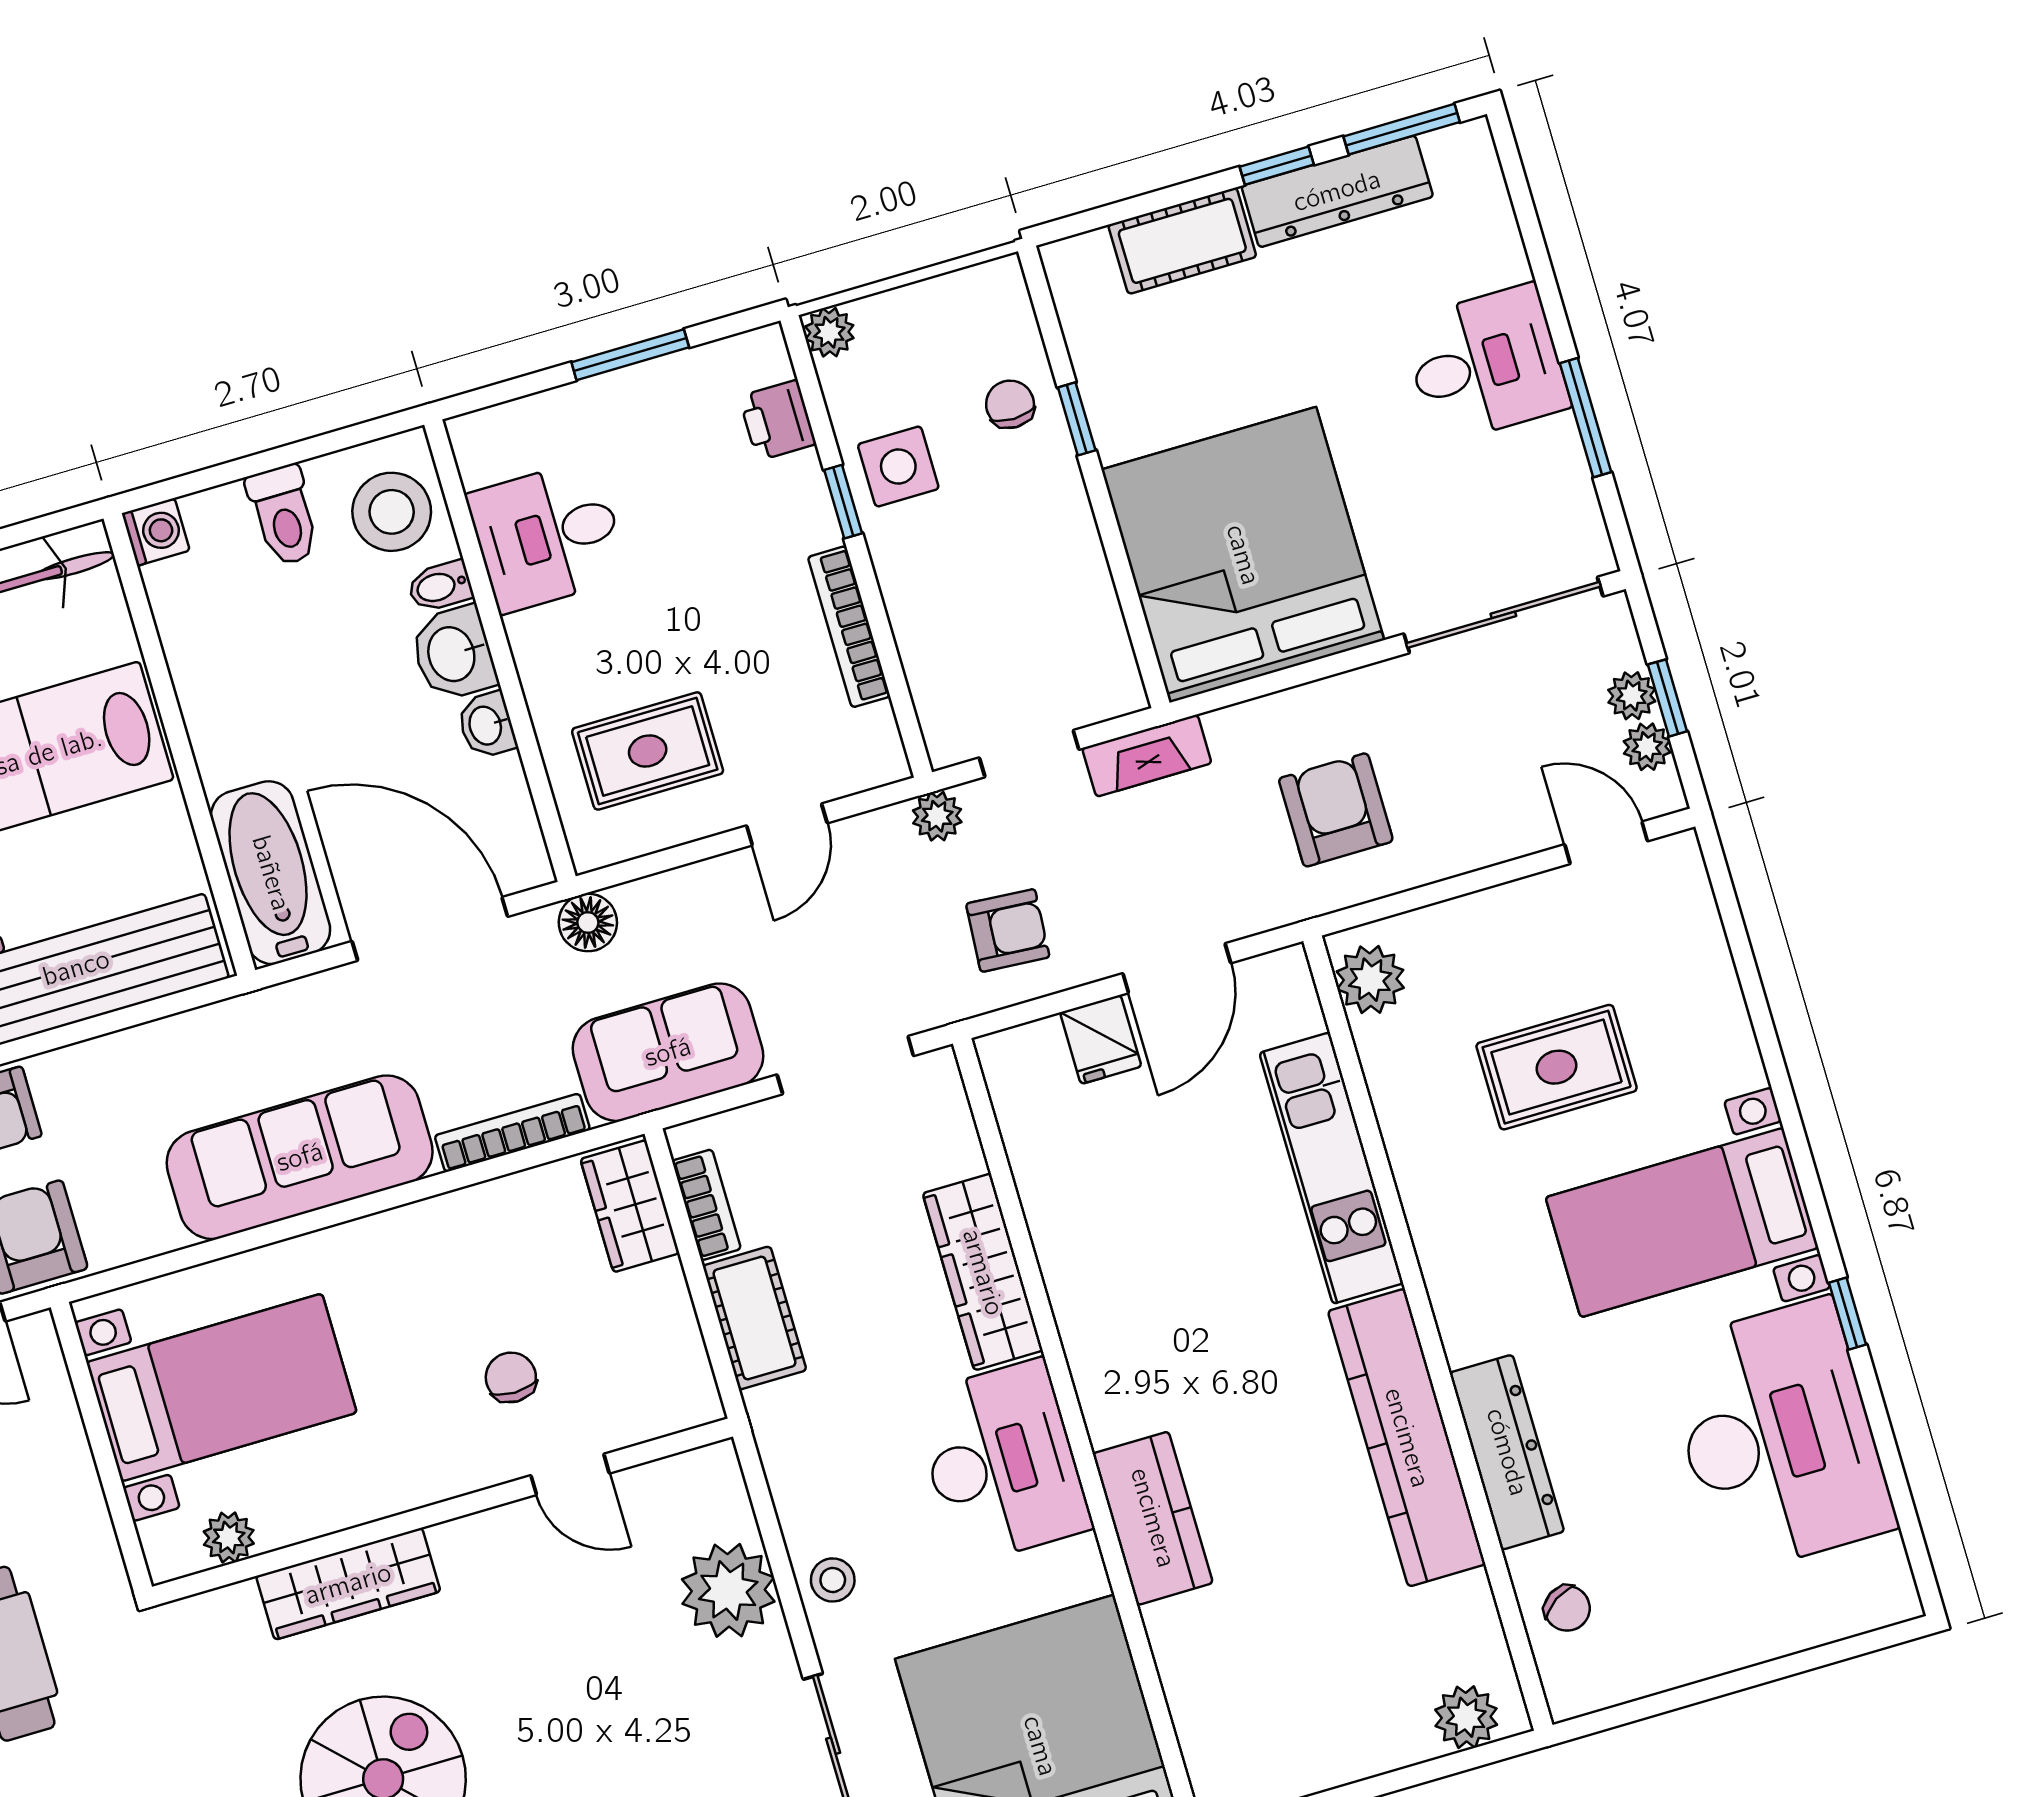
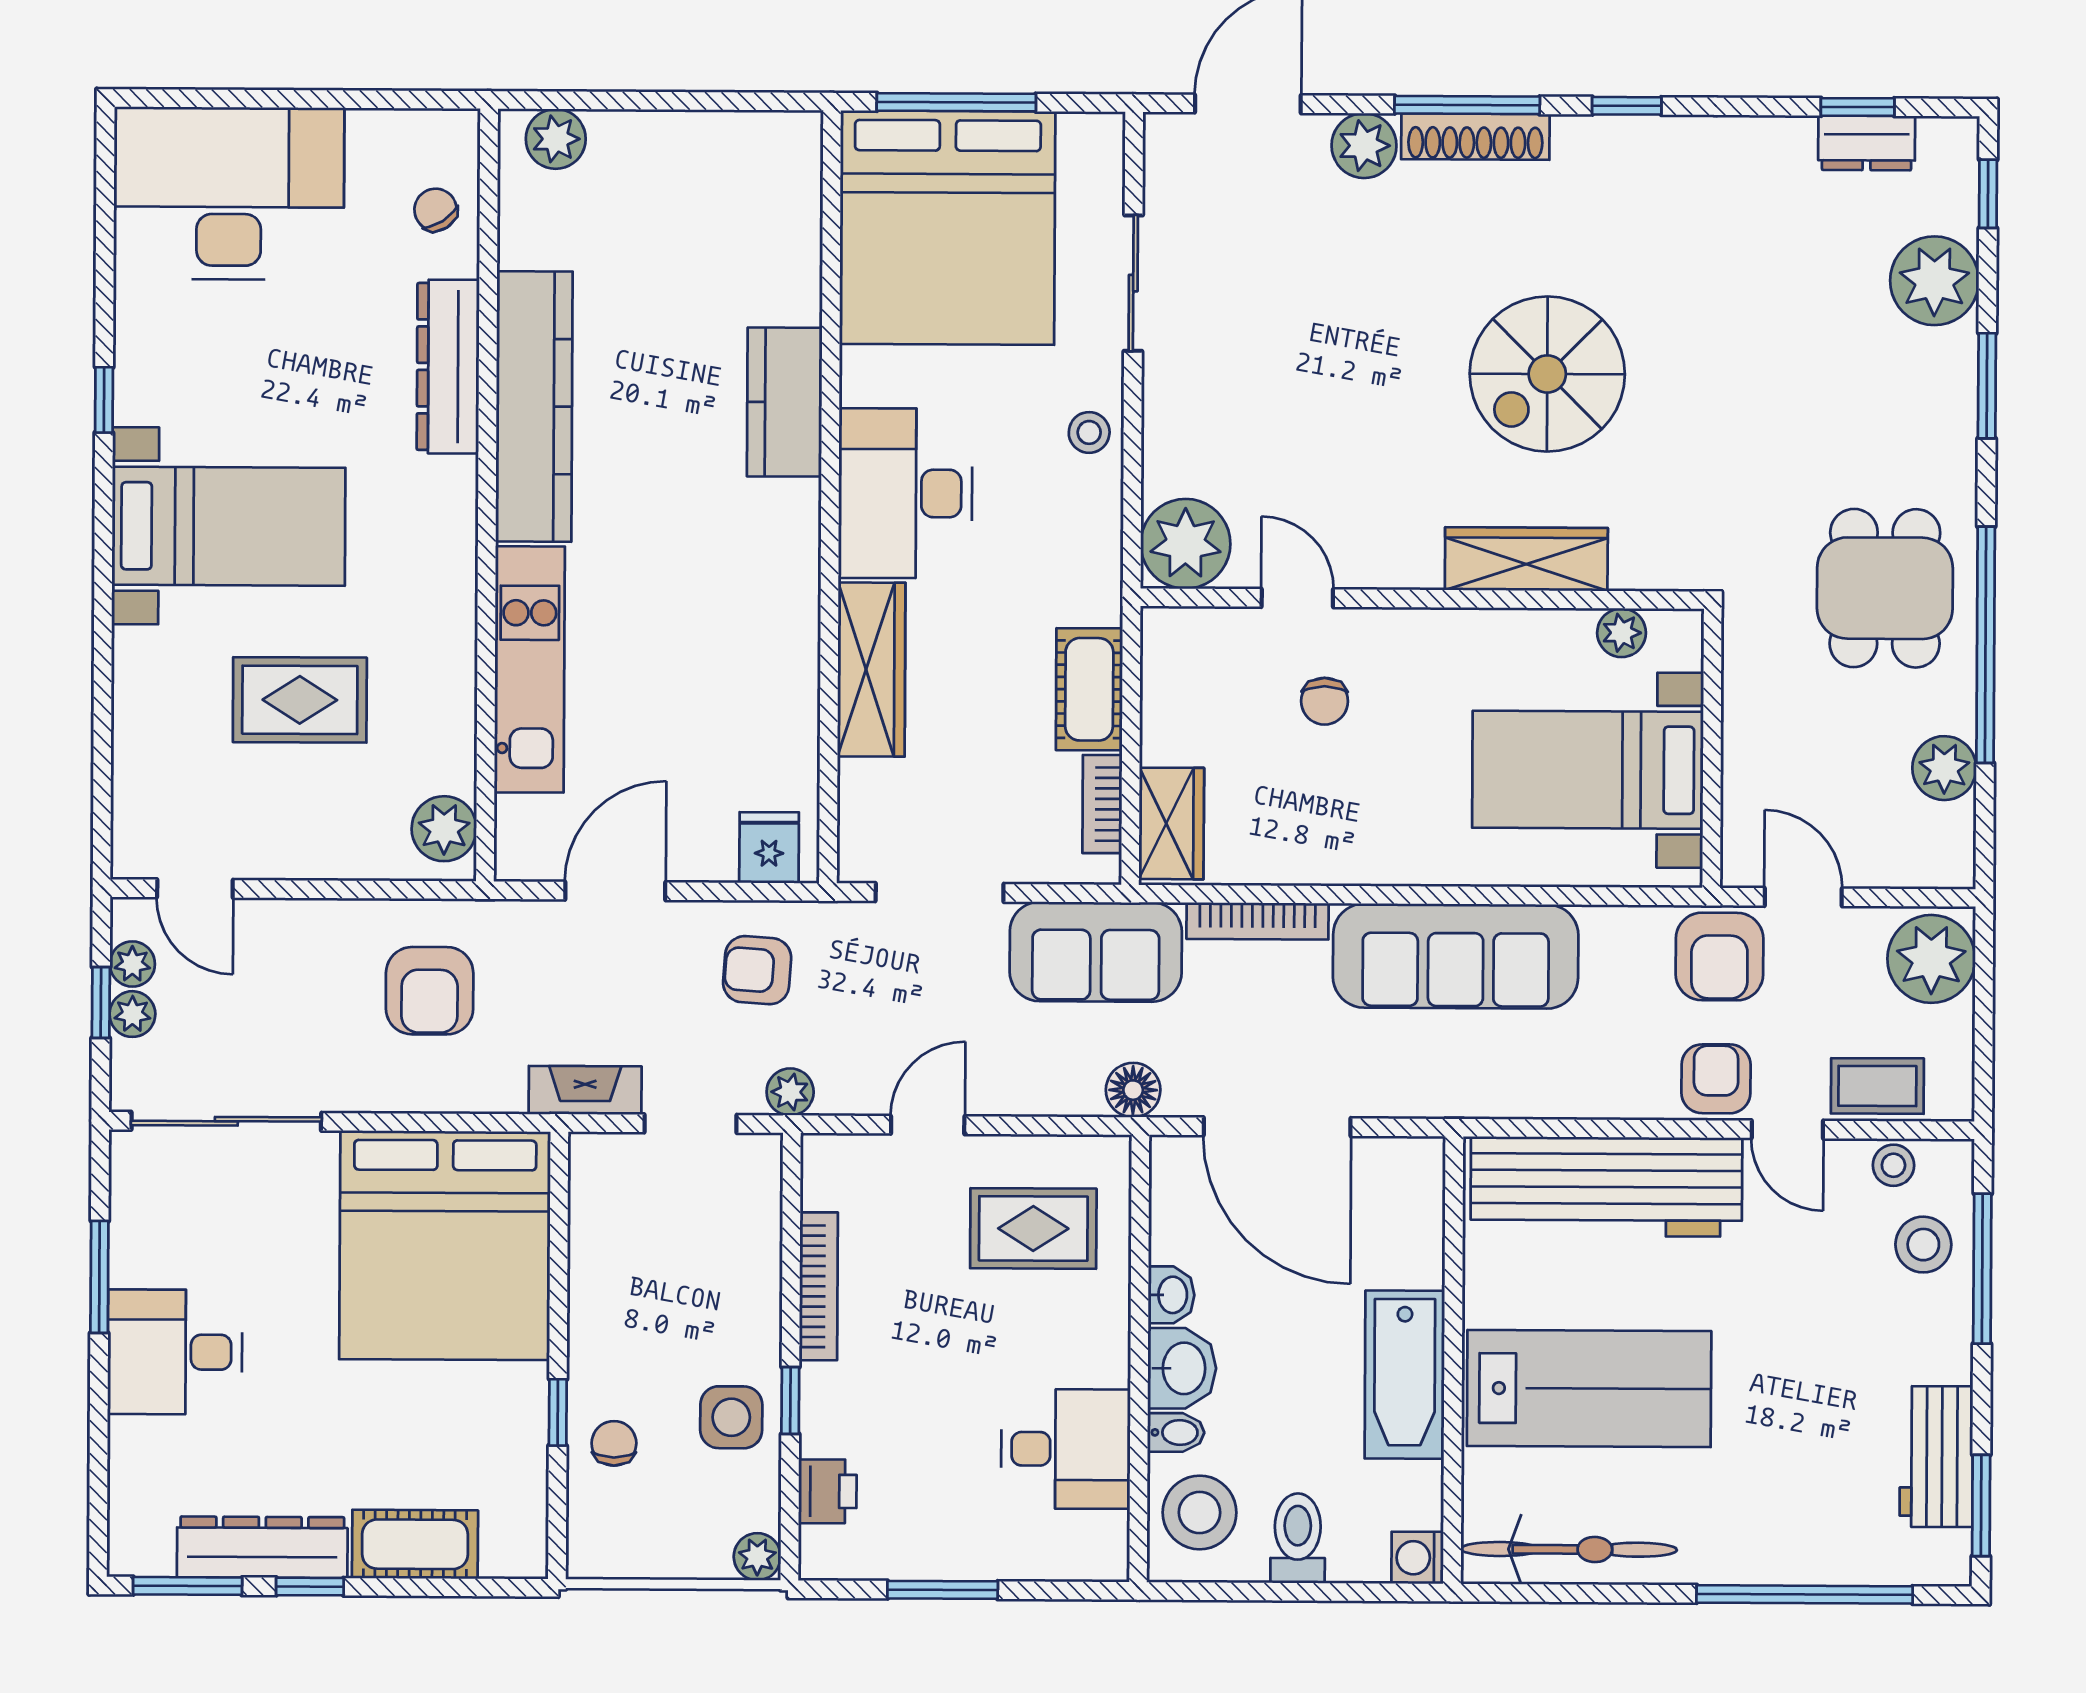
chair: (1010, 404) -> (614, 1443), turned 180
bathtub: (271, 873) -> (1405, 1375), moved
fridge: (1101, 1039) -> (769, 848), moved
desk: (1778, 1436) -> (229, 193), moved, turned 90
plant: (728, 1590) -> (1186, 544), moved

